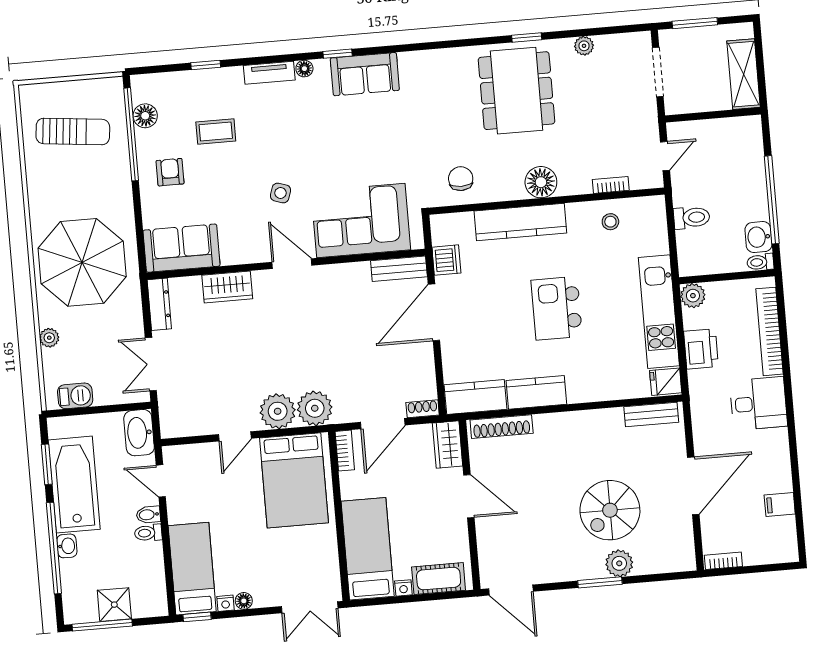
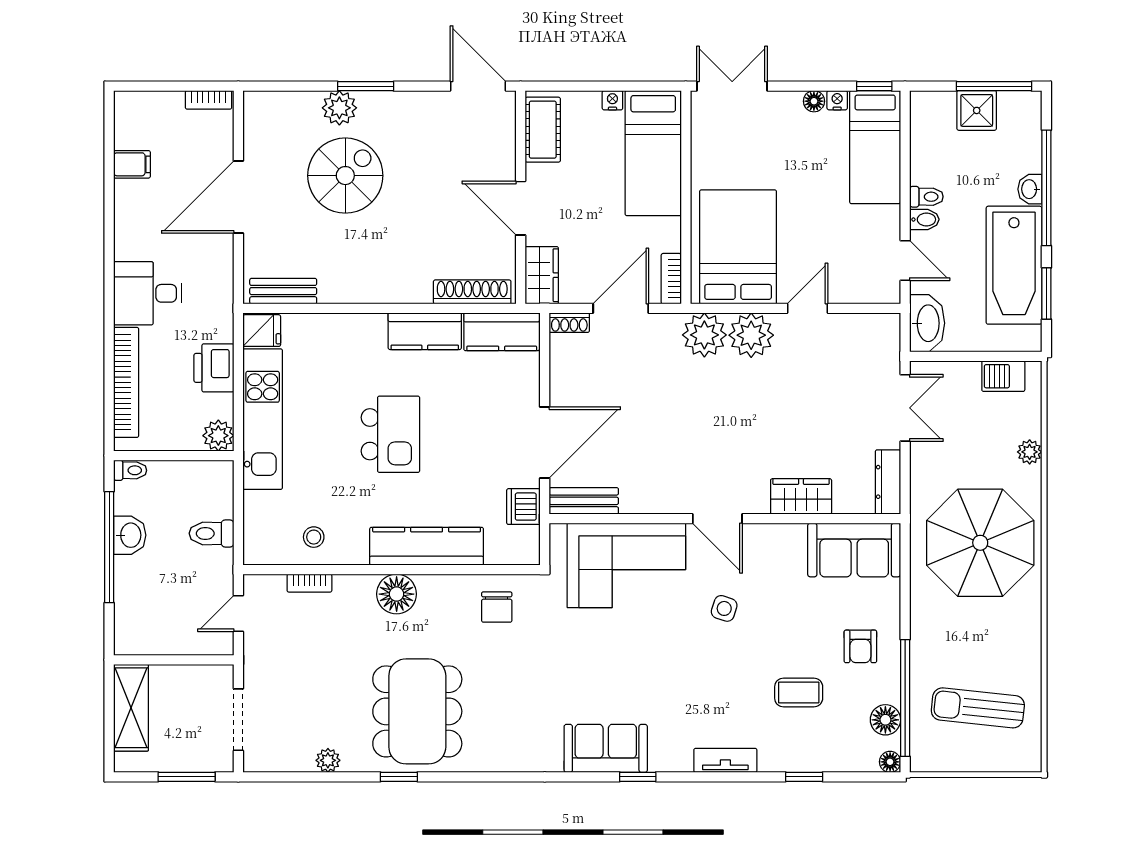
floor lamp: (304, 69) -> (890, 762), moved
washbasin: (758, 237) -> (130, 535), moved
cot: (439, 579) -> (543, 130), moved, turned 90

